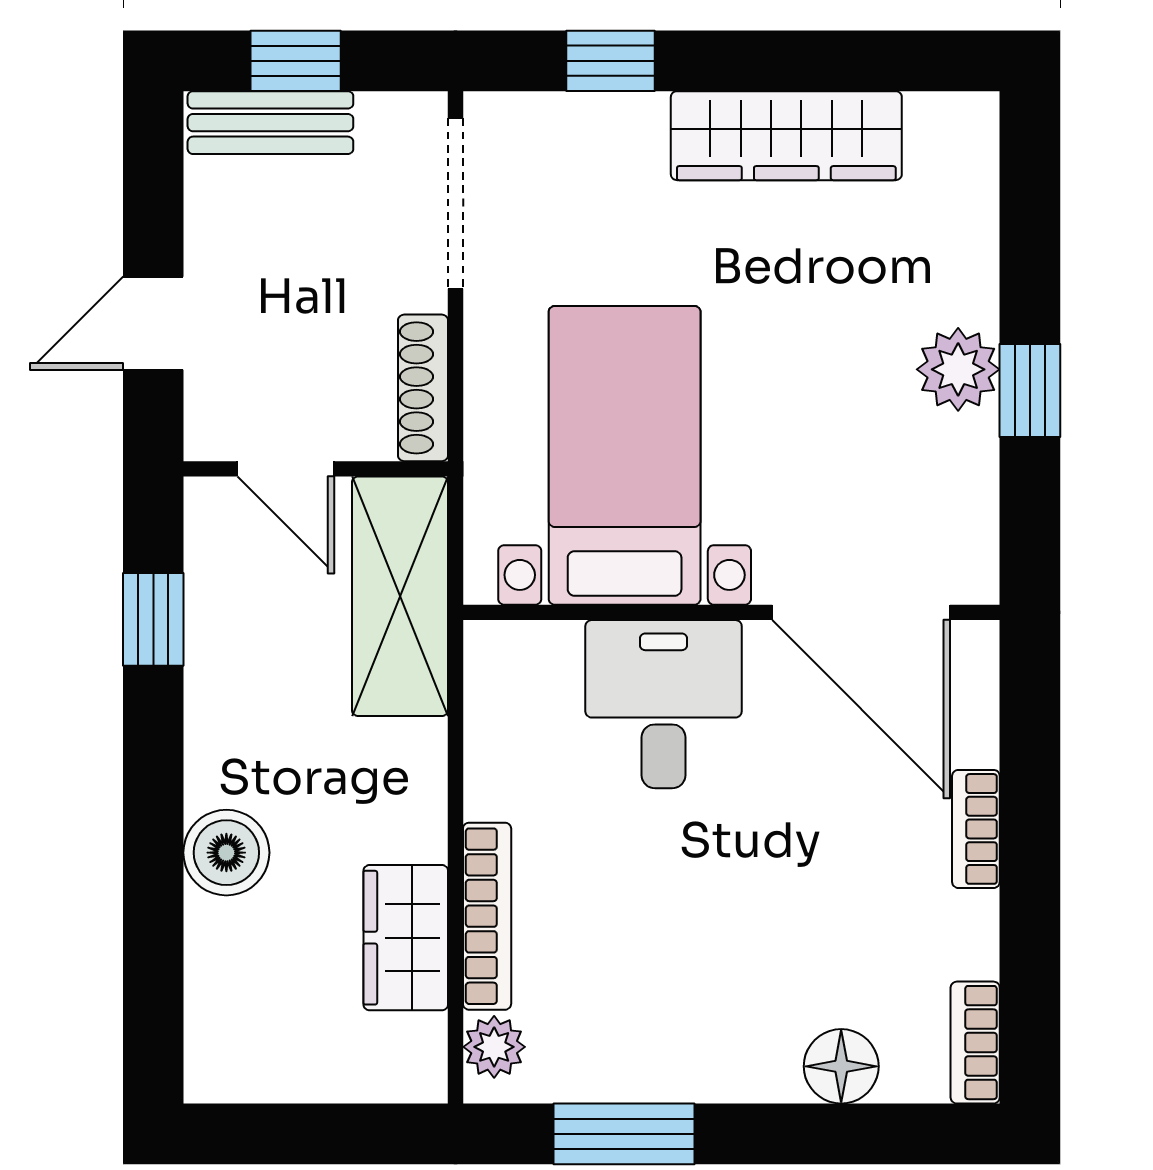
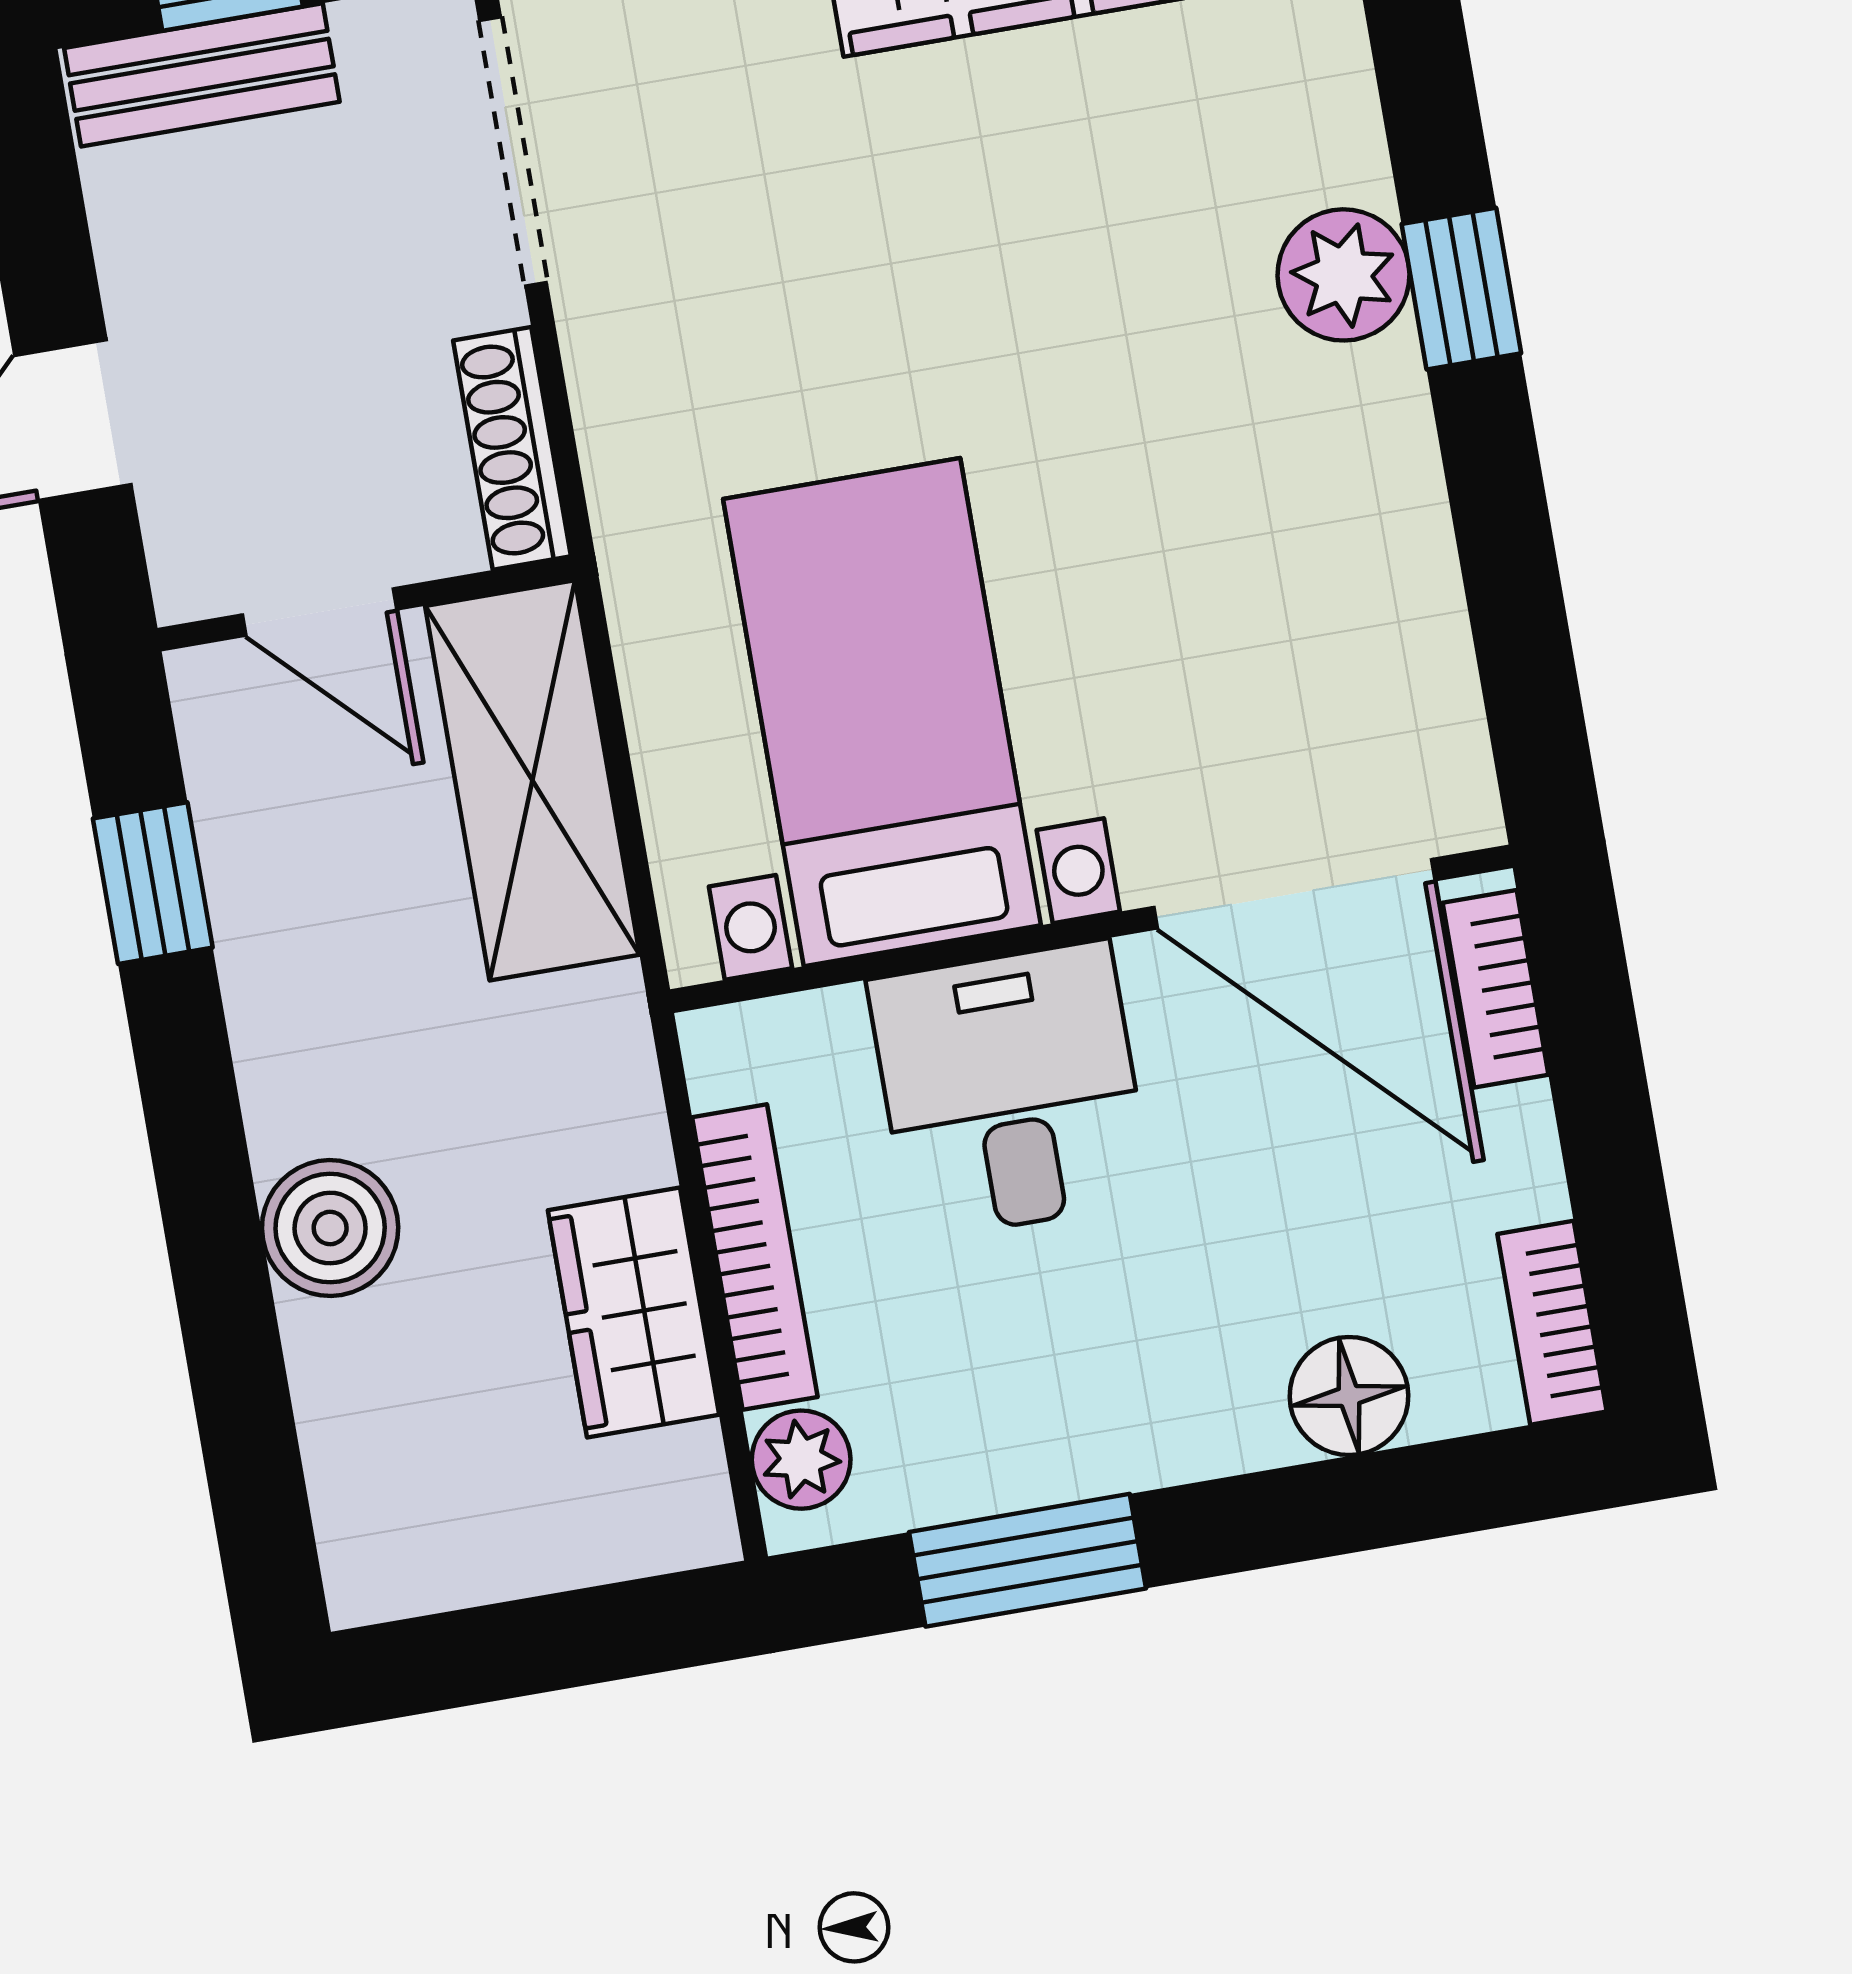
bed with nightstands: (625, 455) -> (882, 712), moved
wall: (731, 612) -> (1091, 929), moved
door: (861, 612) -> (1294, 894), moved
desk: (664, 704) -> (1010, 1091), moved

